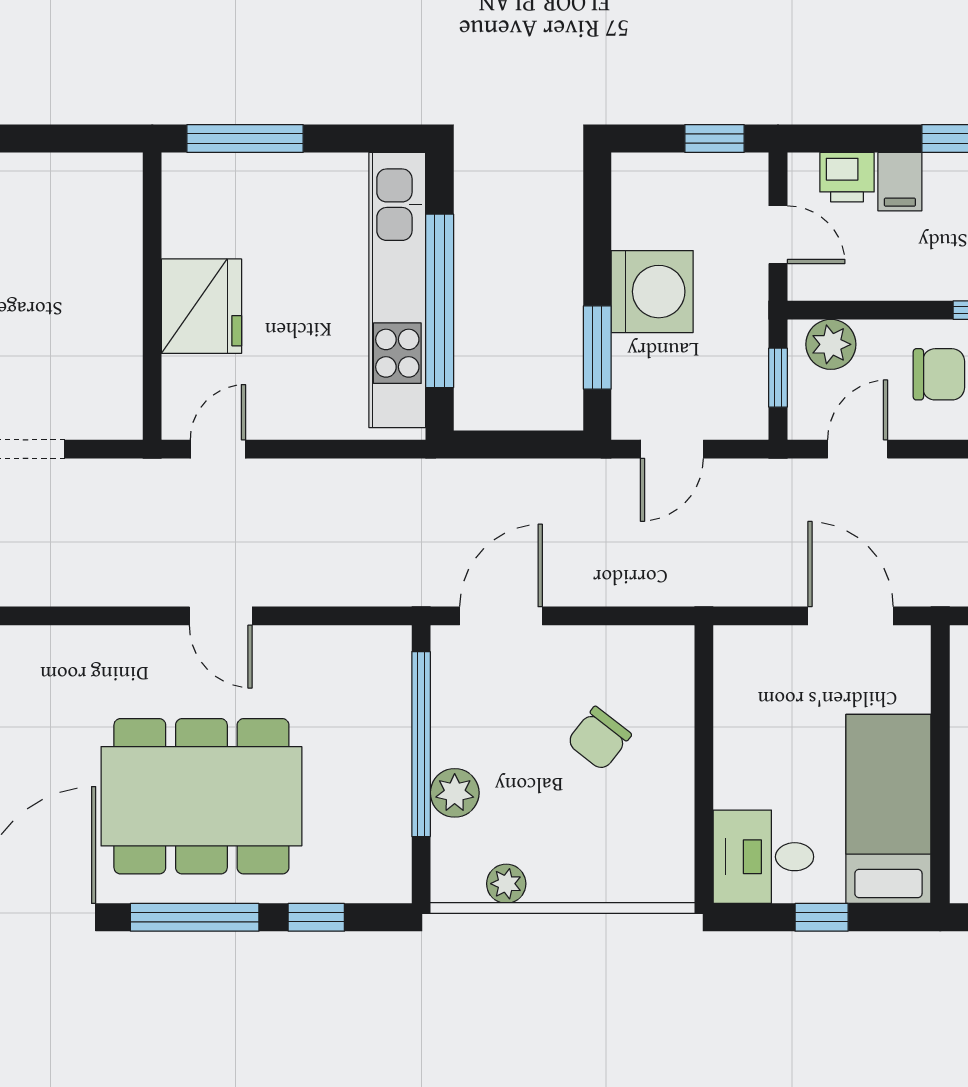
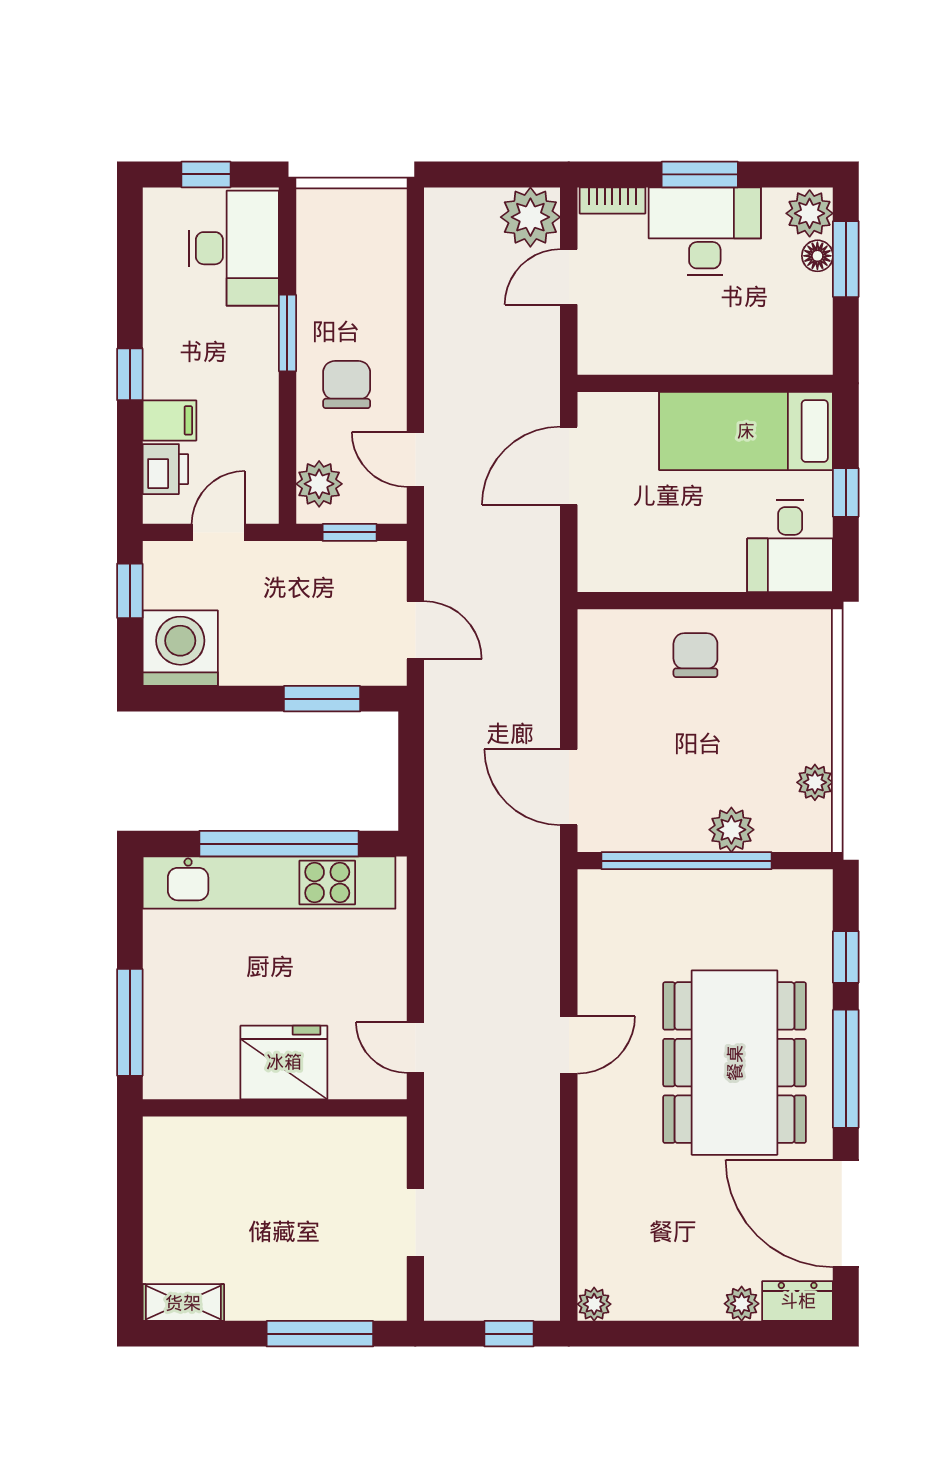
washing machine: (652, 292) -> (180, 648), moved
chair: (599, 739) -> (695, 655), moved, turned -128

